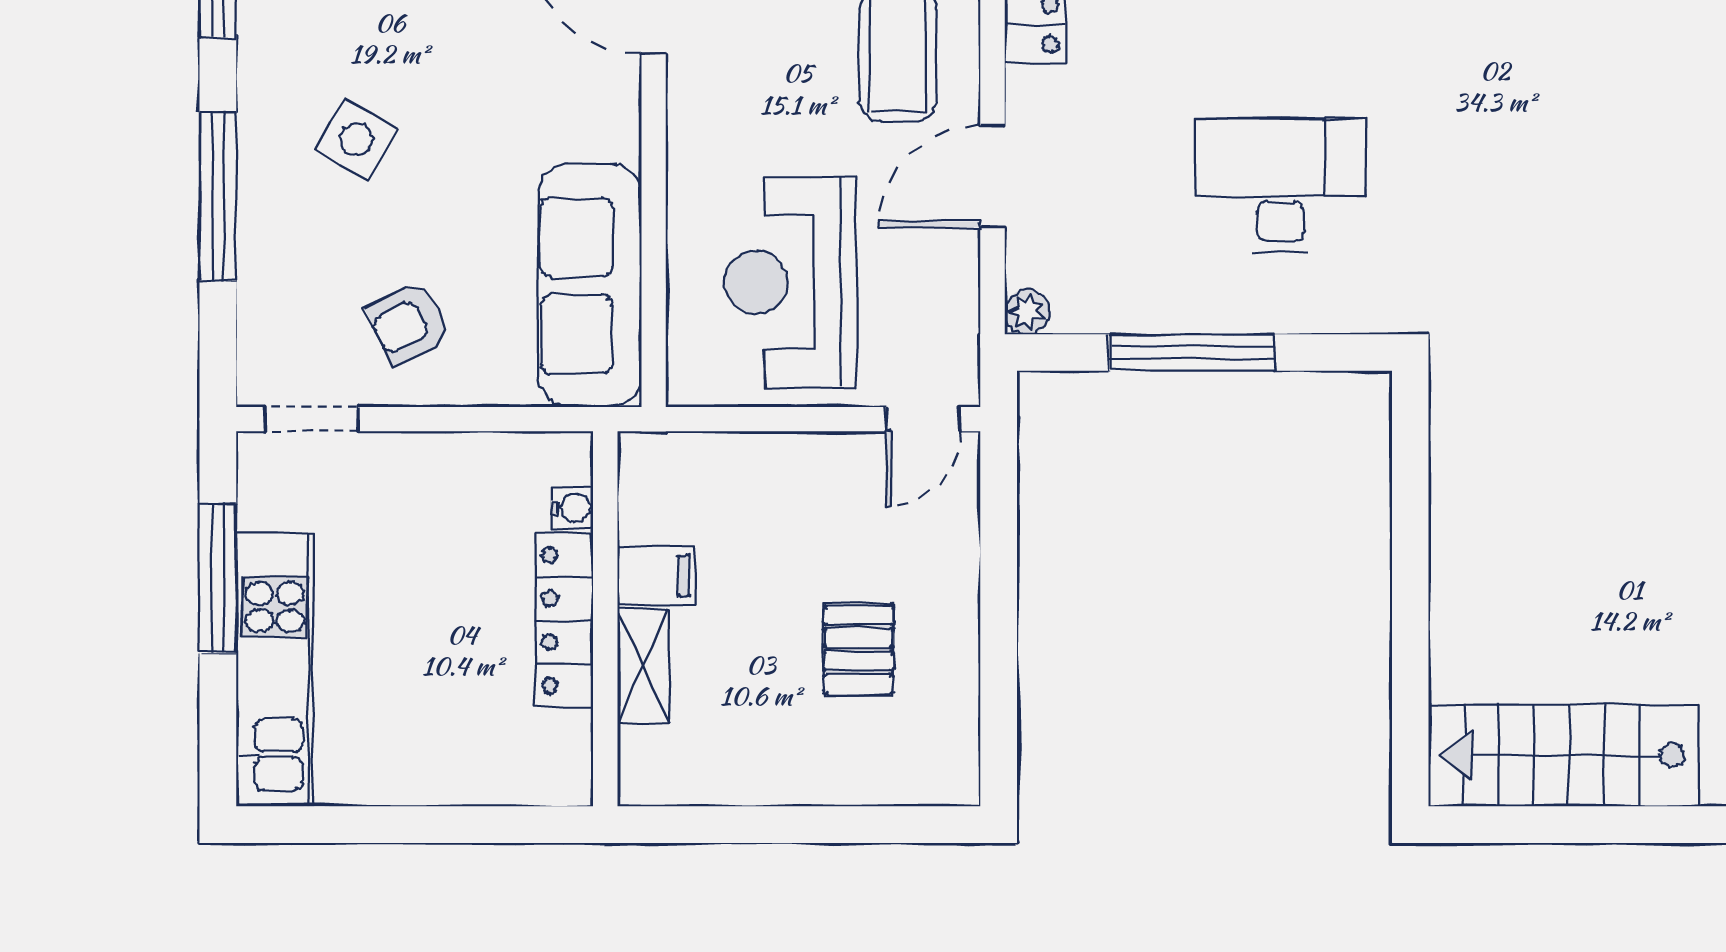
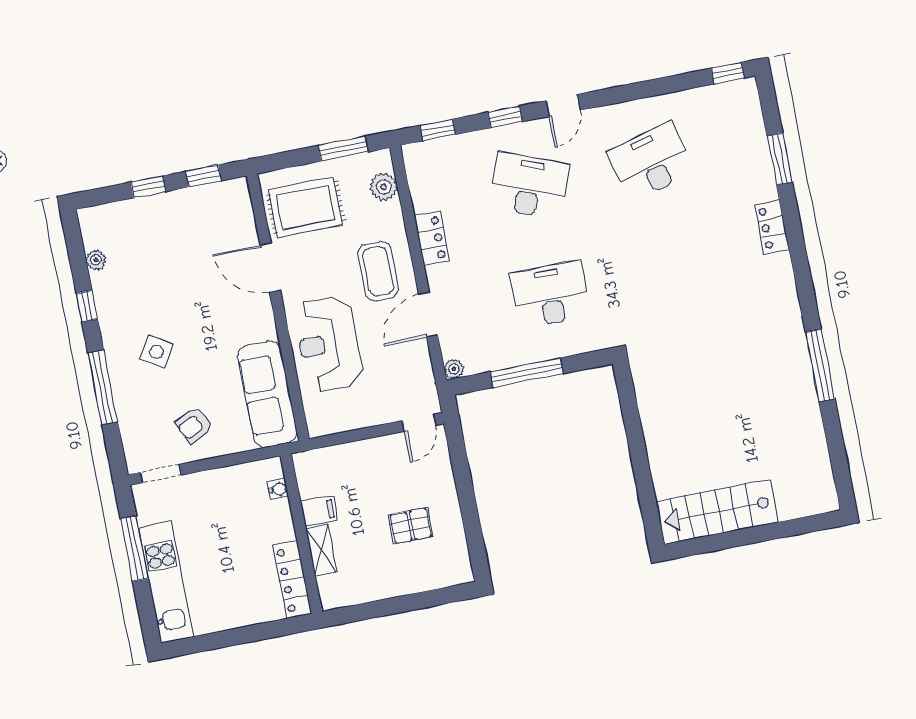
reception desk: (790, 282) -> (329, 344), moved
locker: (564, 620) -> (292, 579), moved
pallet: (859, 650) -> (411, 526), turned 90

